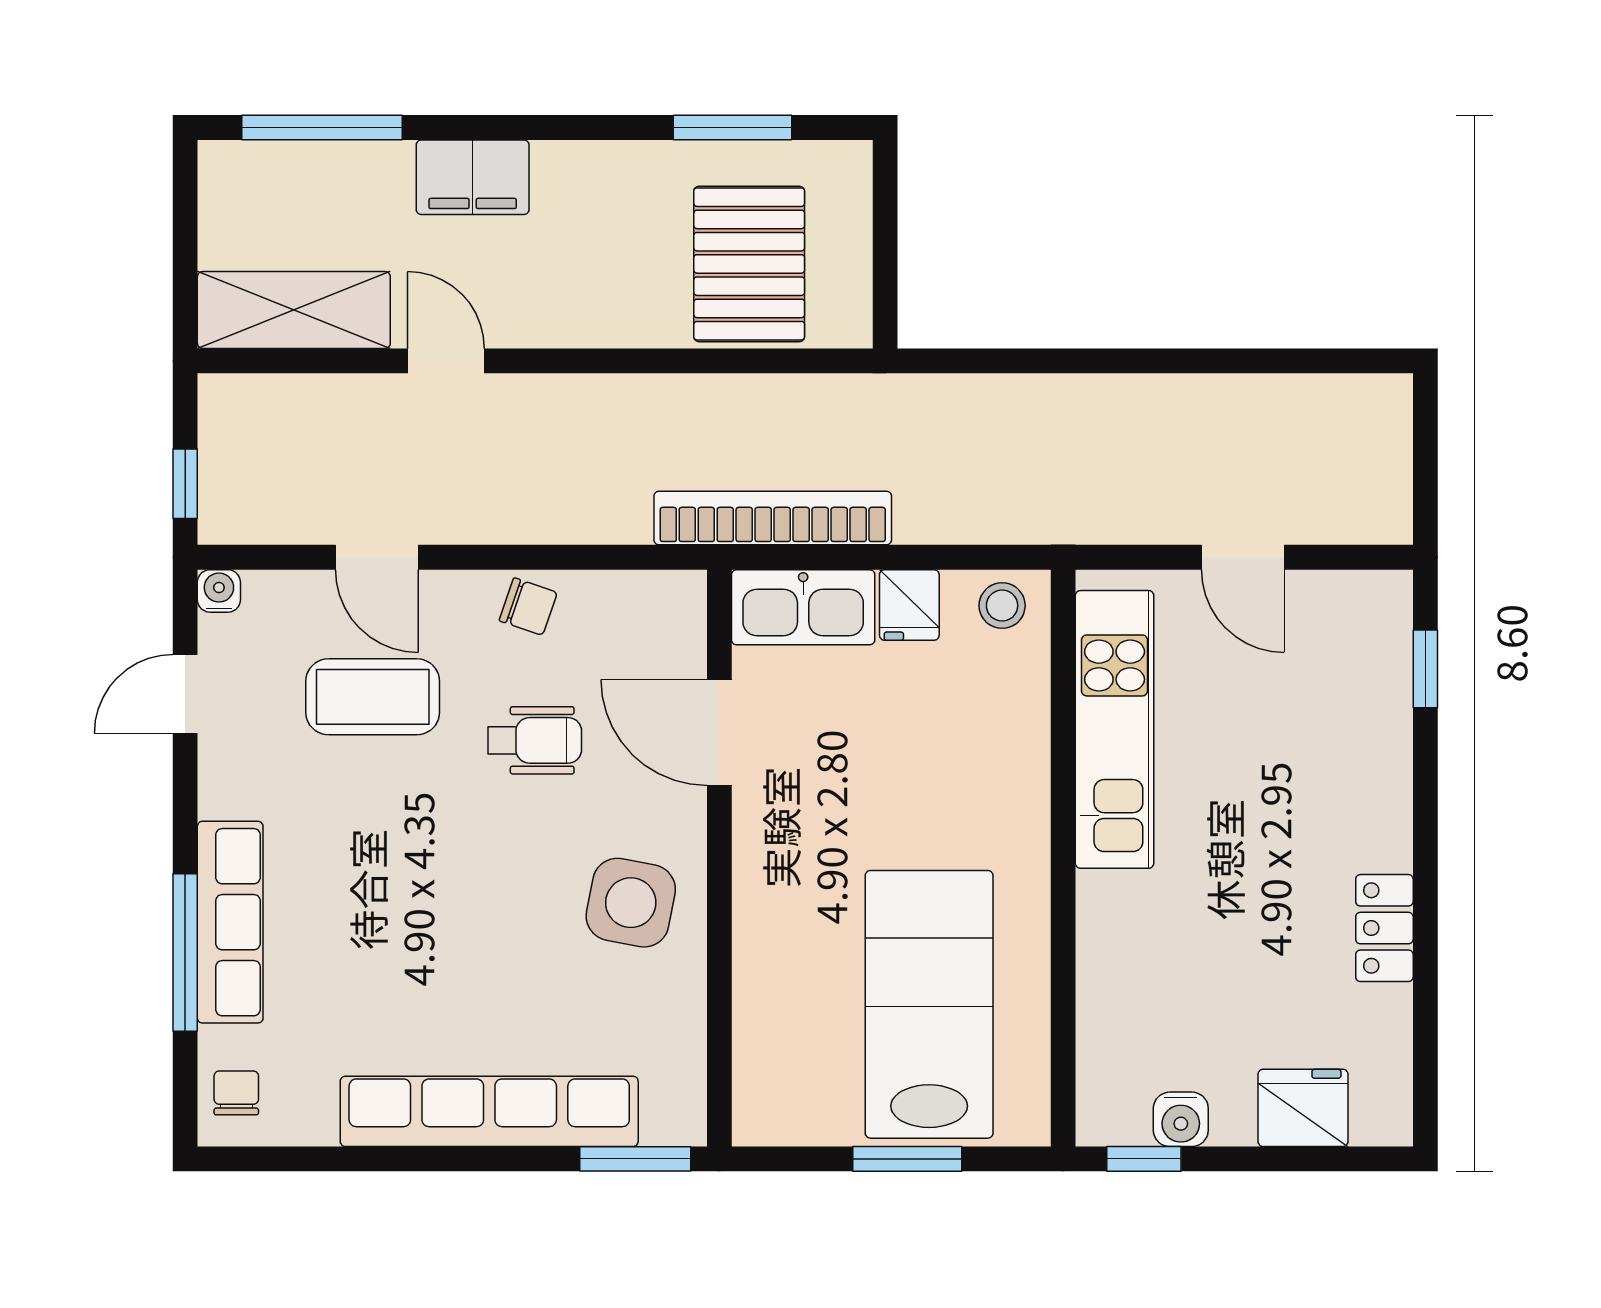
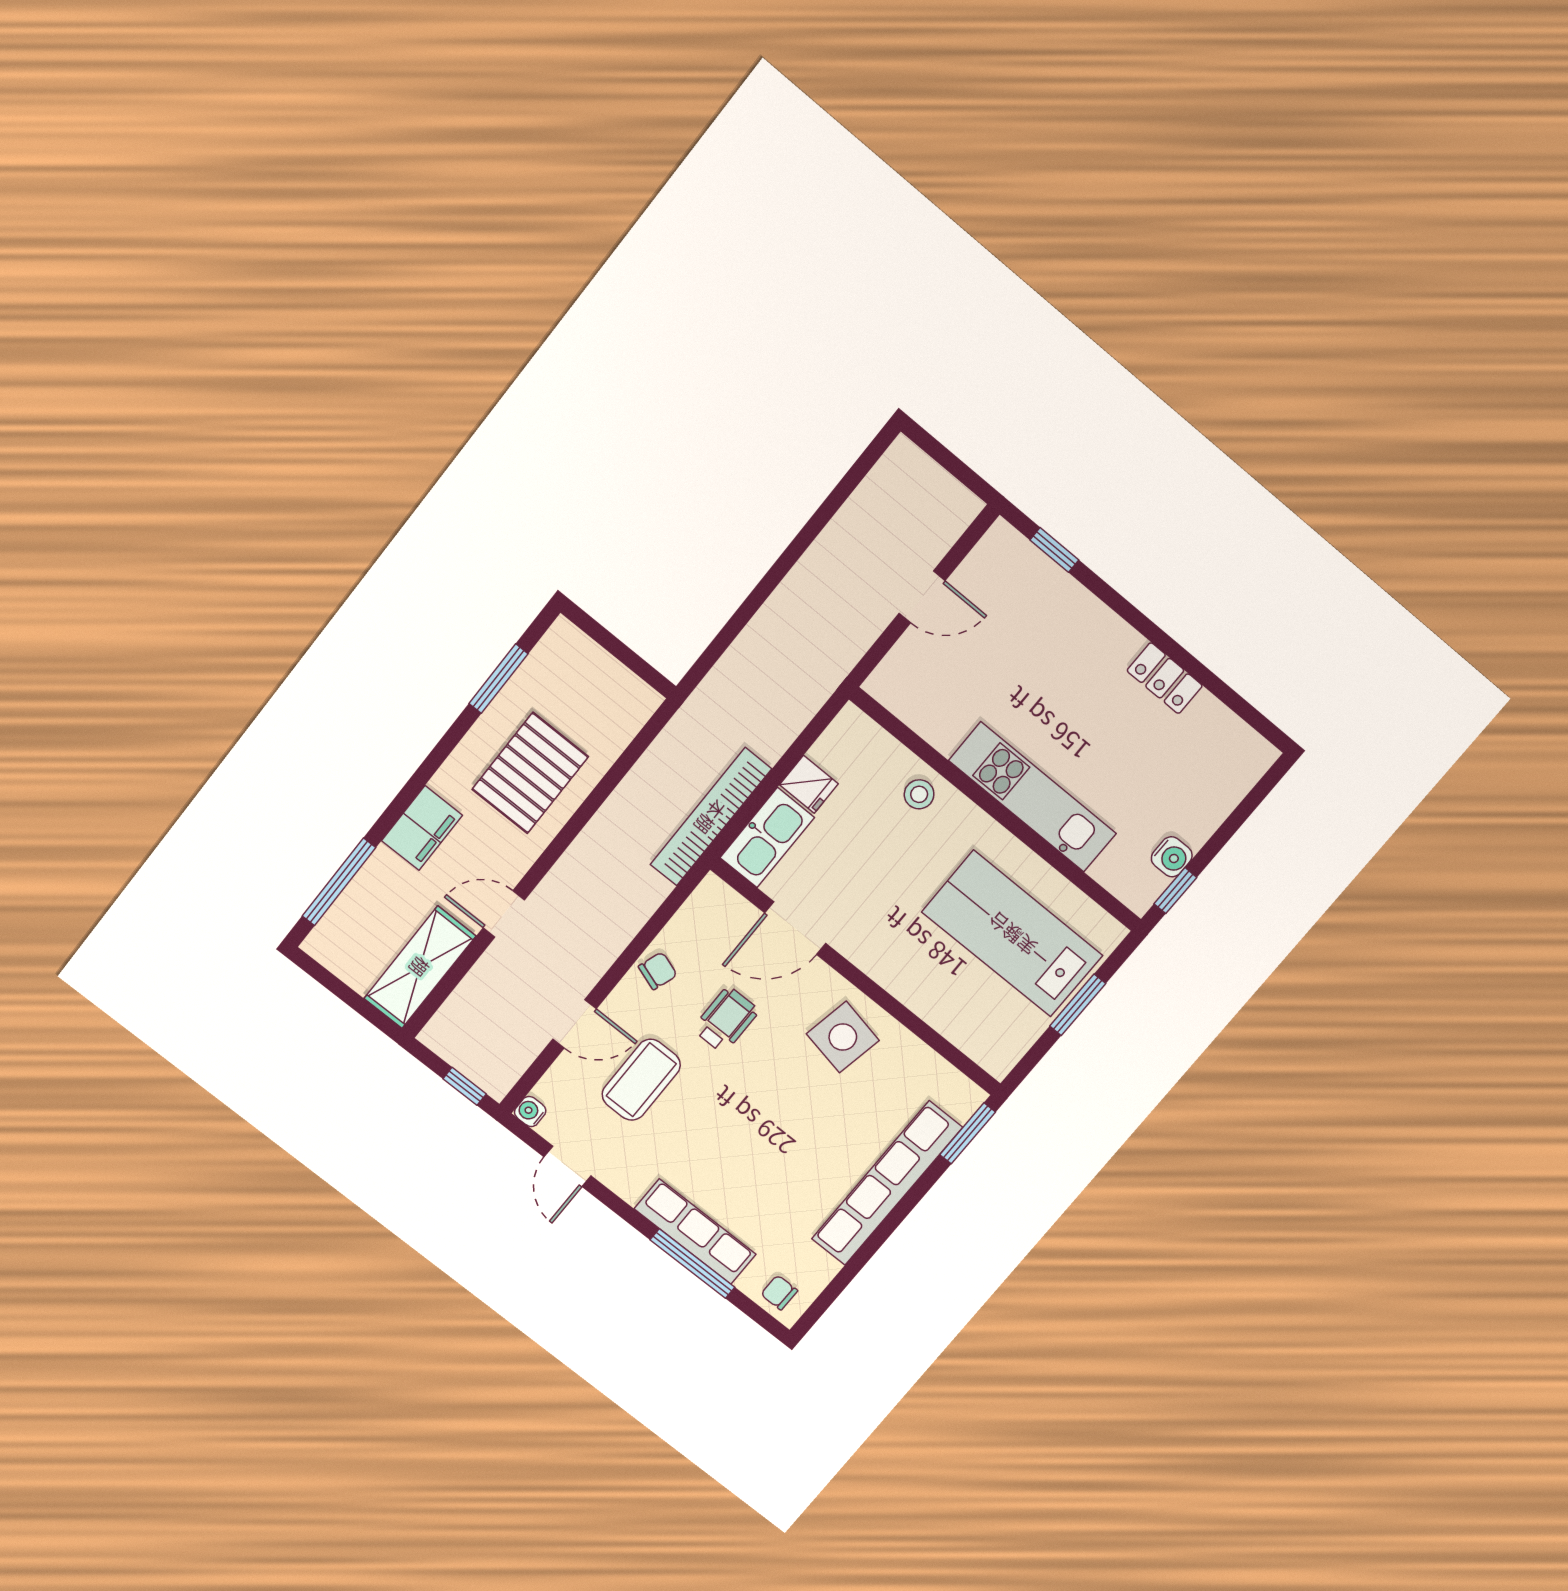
pallet: (749, 264) -> (530, 773), moved, turned 90
stool: (1002, 606) -> (919, 794), moved
kitchen unit: (1115, 729) -> (1033, 797), moved
fridge: (1303, 1108) -> (1218, 792), removed

